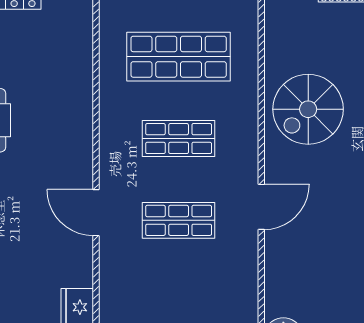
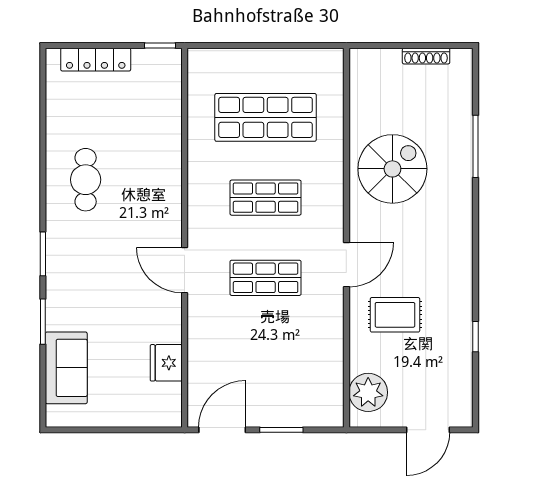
spiral stairs: (308, 109) -> (392, 169), turned 180
rug: (311, 258) -> (395, 315), added

